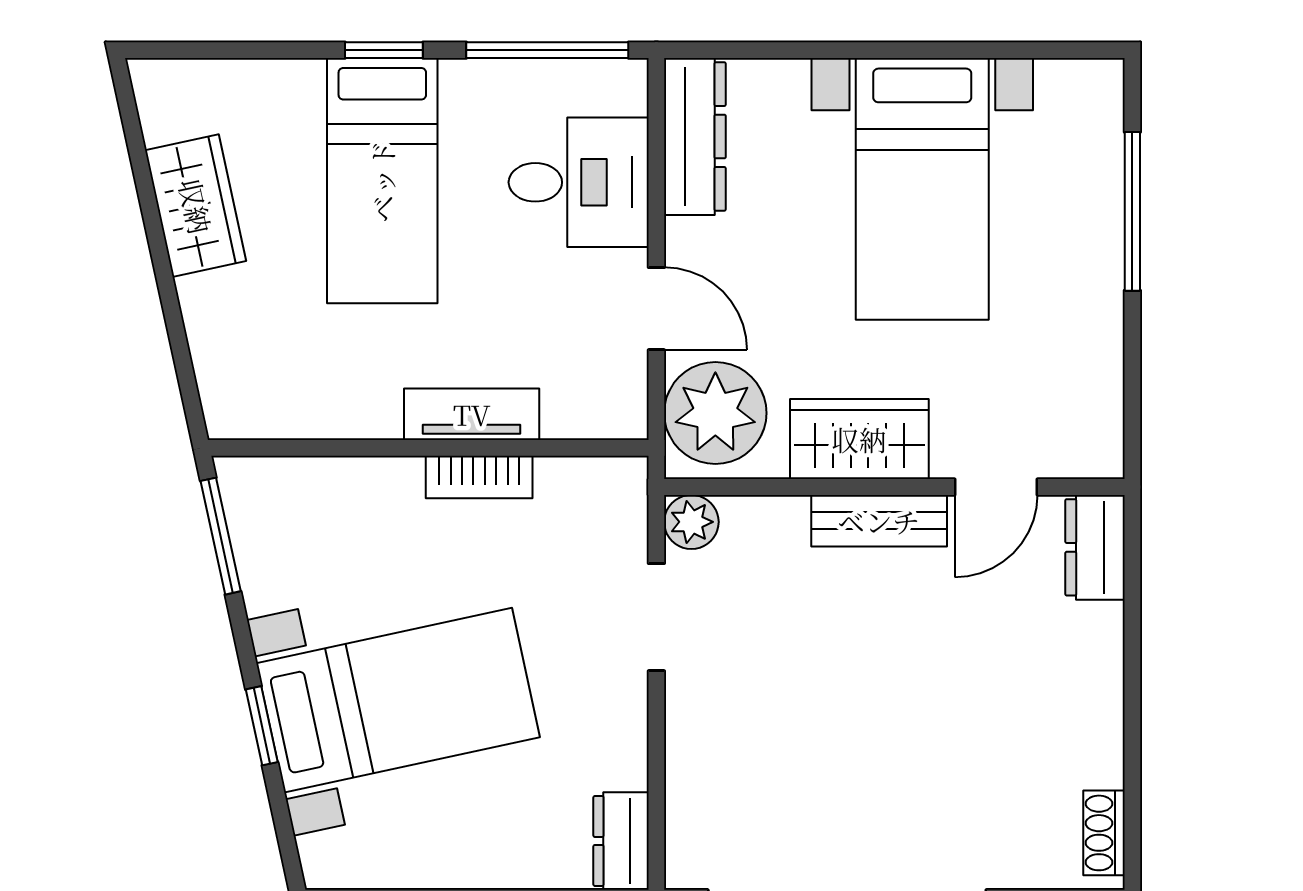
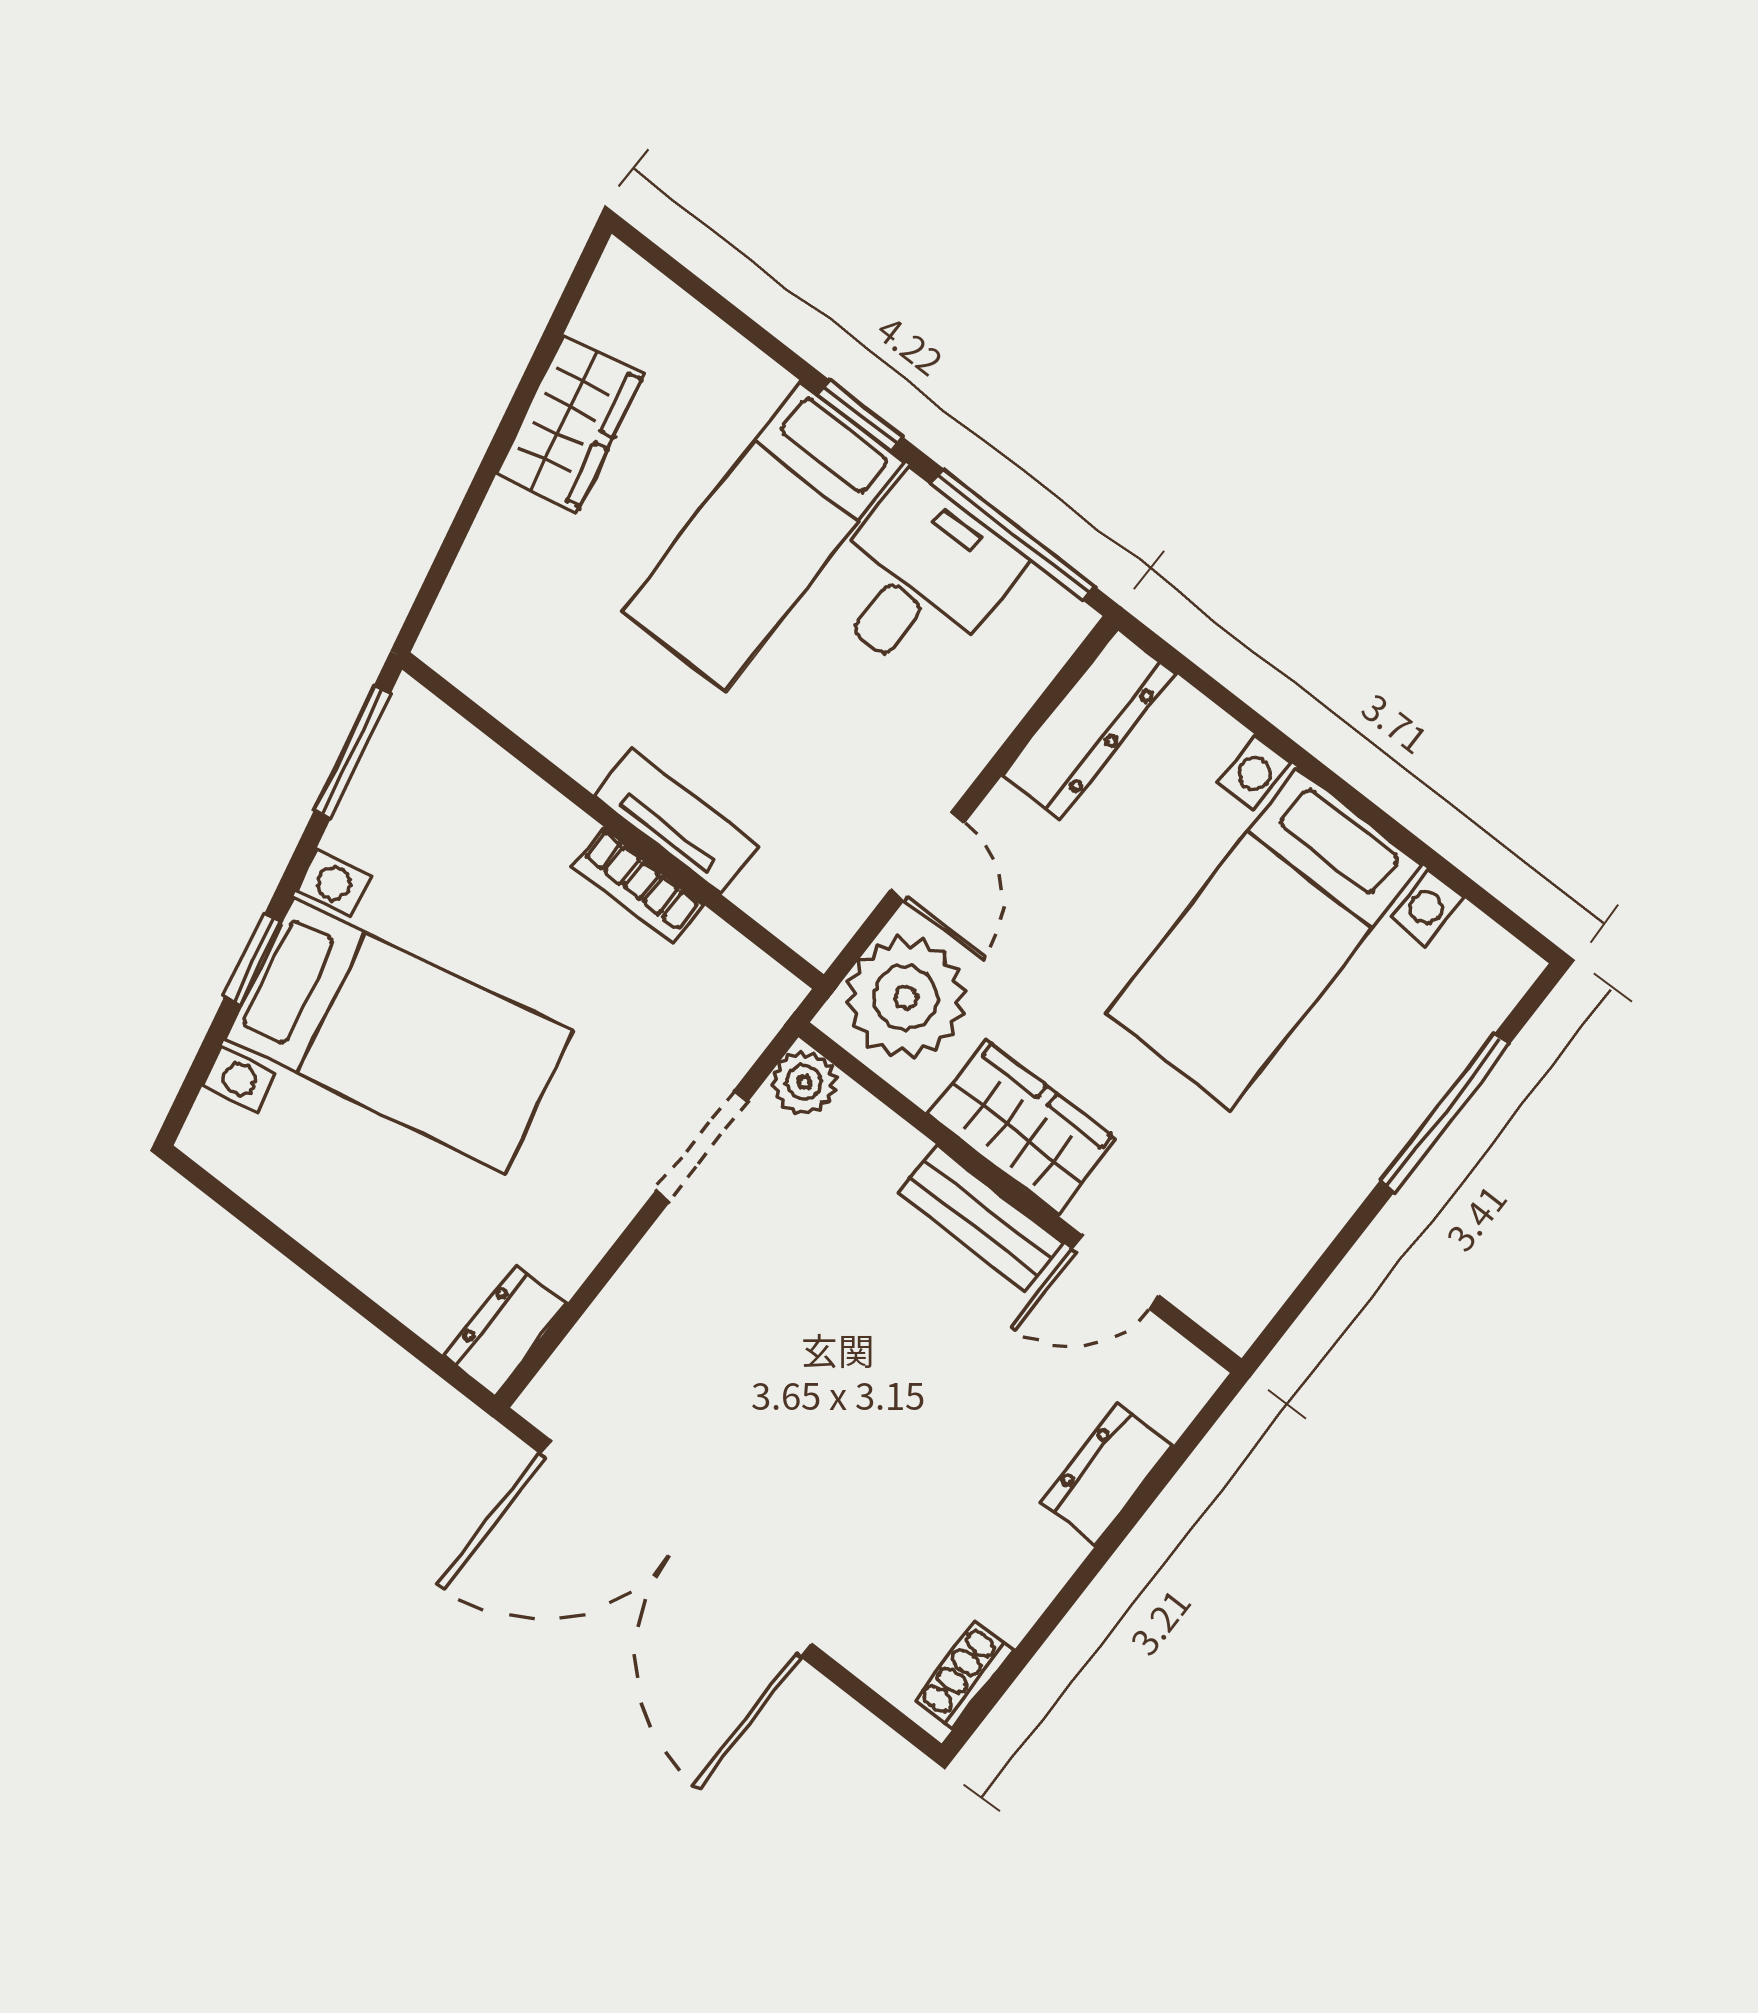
desk: (579, 182) -> (919, 579), moved, turned -90
dresser: (1095, 547) -> (1107, 1474), moved

